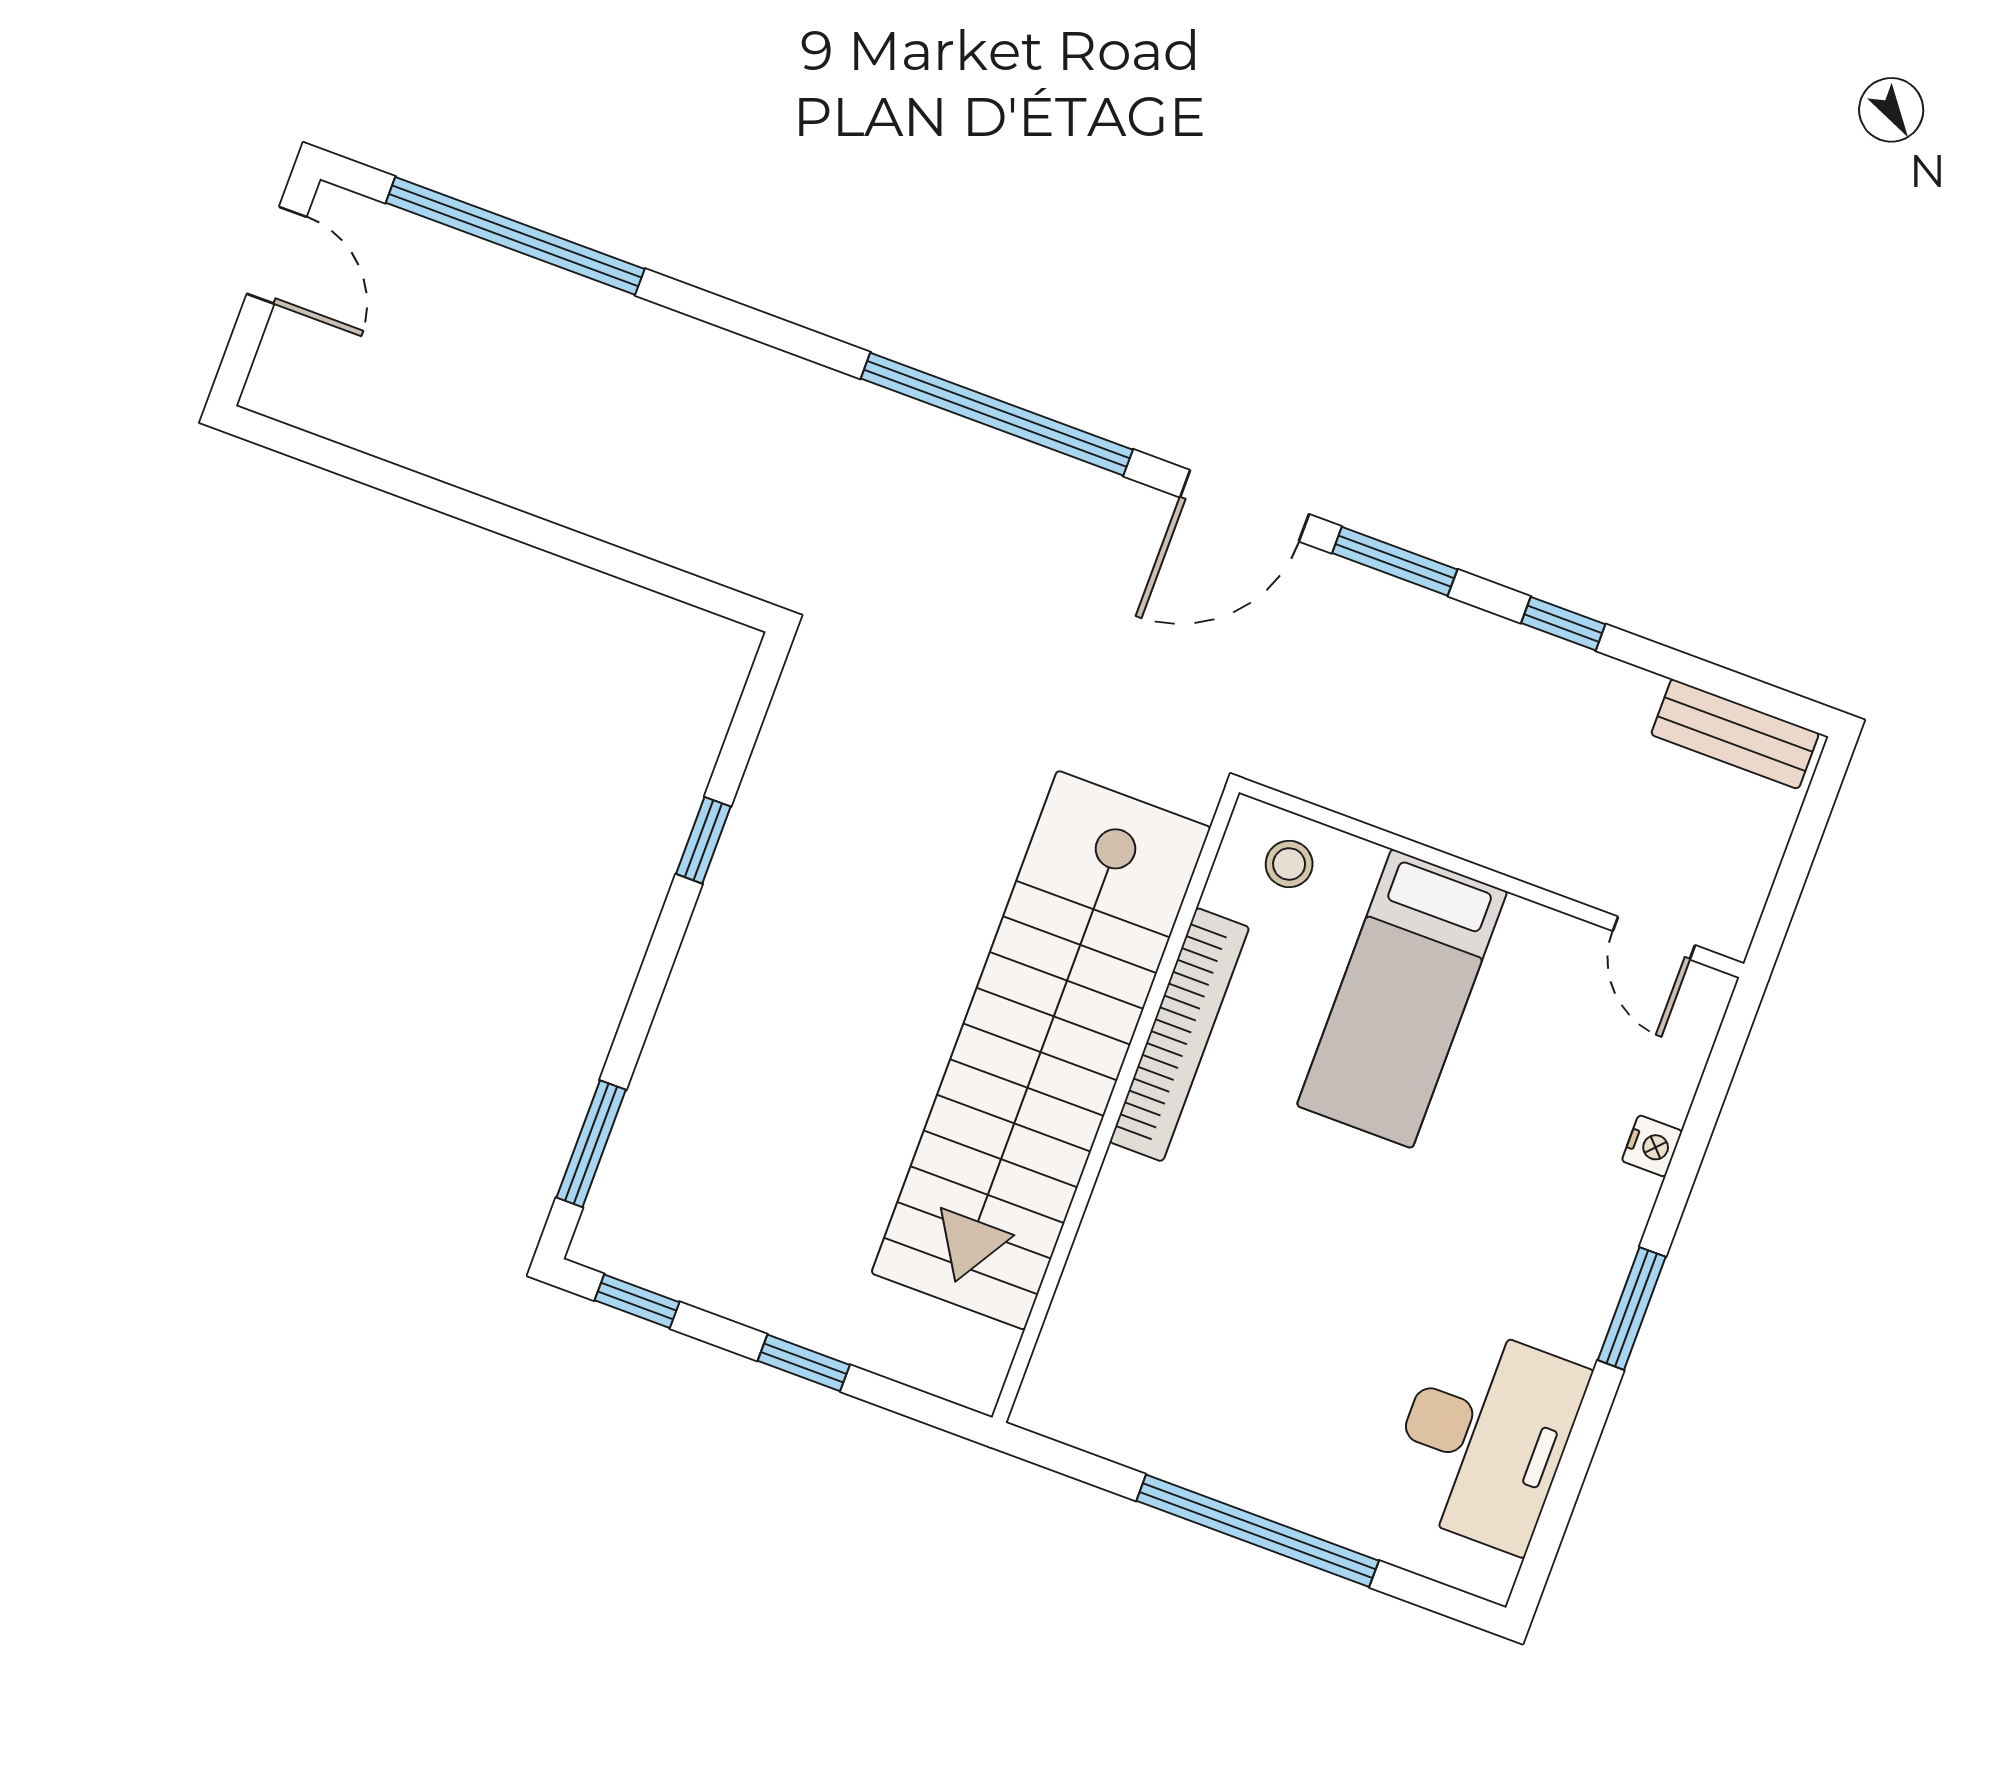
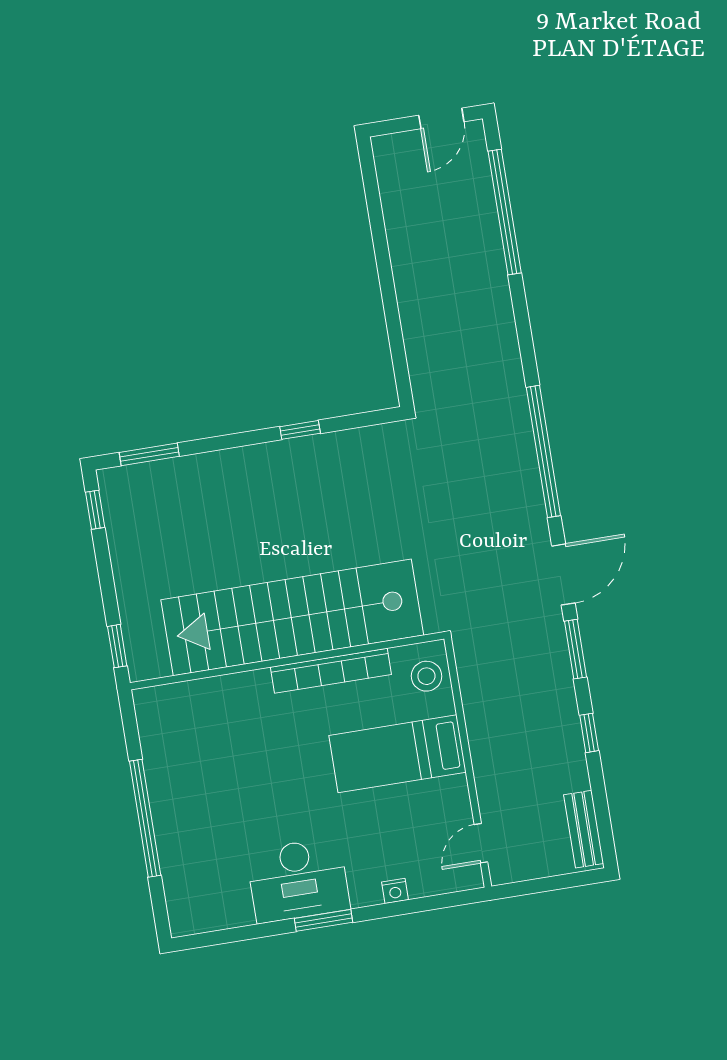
door: (1244, 506) -> (563, 574), swing flipped
stool: (1289, 864) -> (426, 676), width x1.37, depth x1.37
window: (804, 1363) -> (117, 646), moved
desk: (1485, 1437) -> (298, 880), moved

